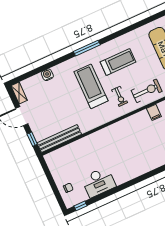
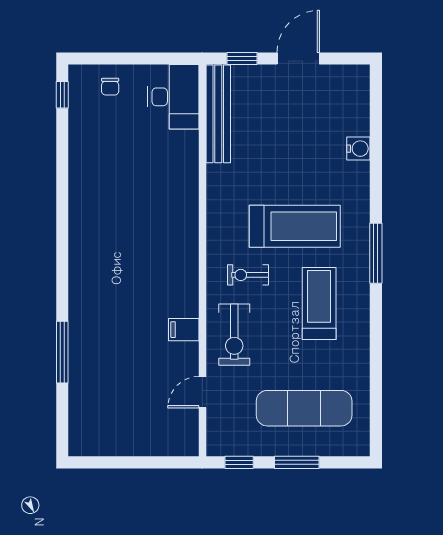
treadmill: (118, 62) -> (319, 304), turned 180
shelving: (19, 93) -> (347, 75), removed
desk: (99, 182) -> (173, 97), moved, turned 180

